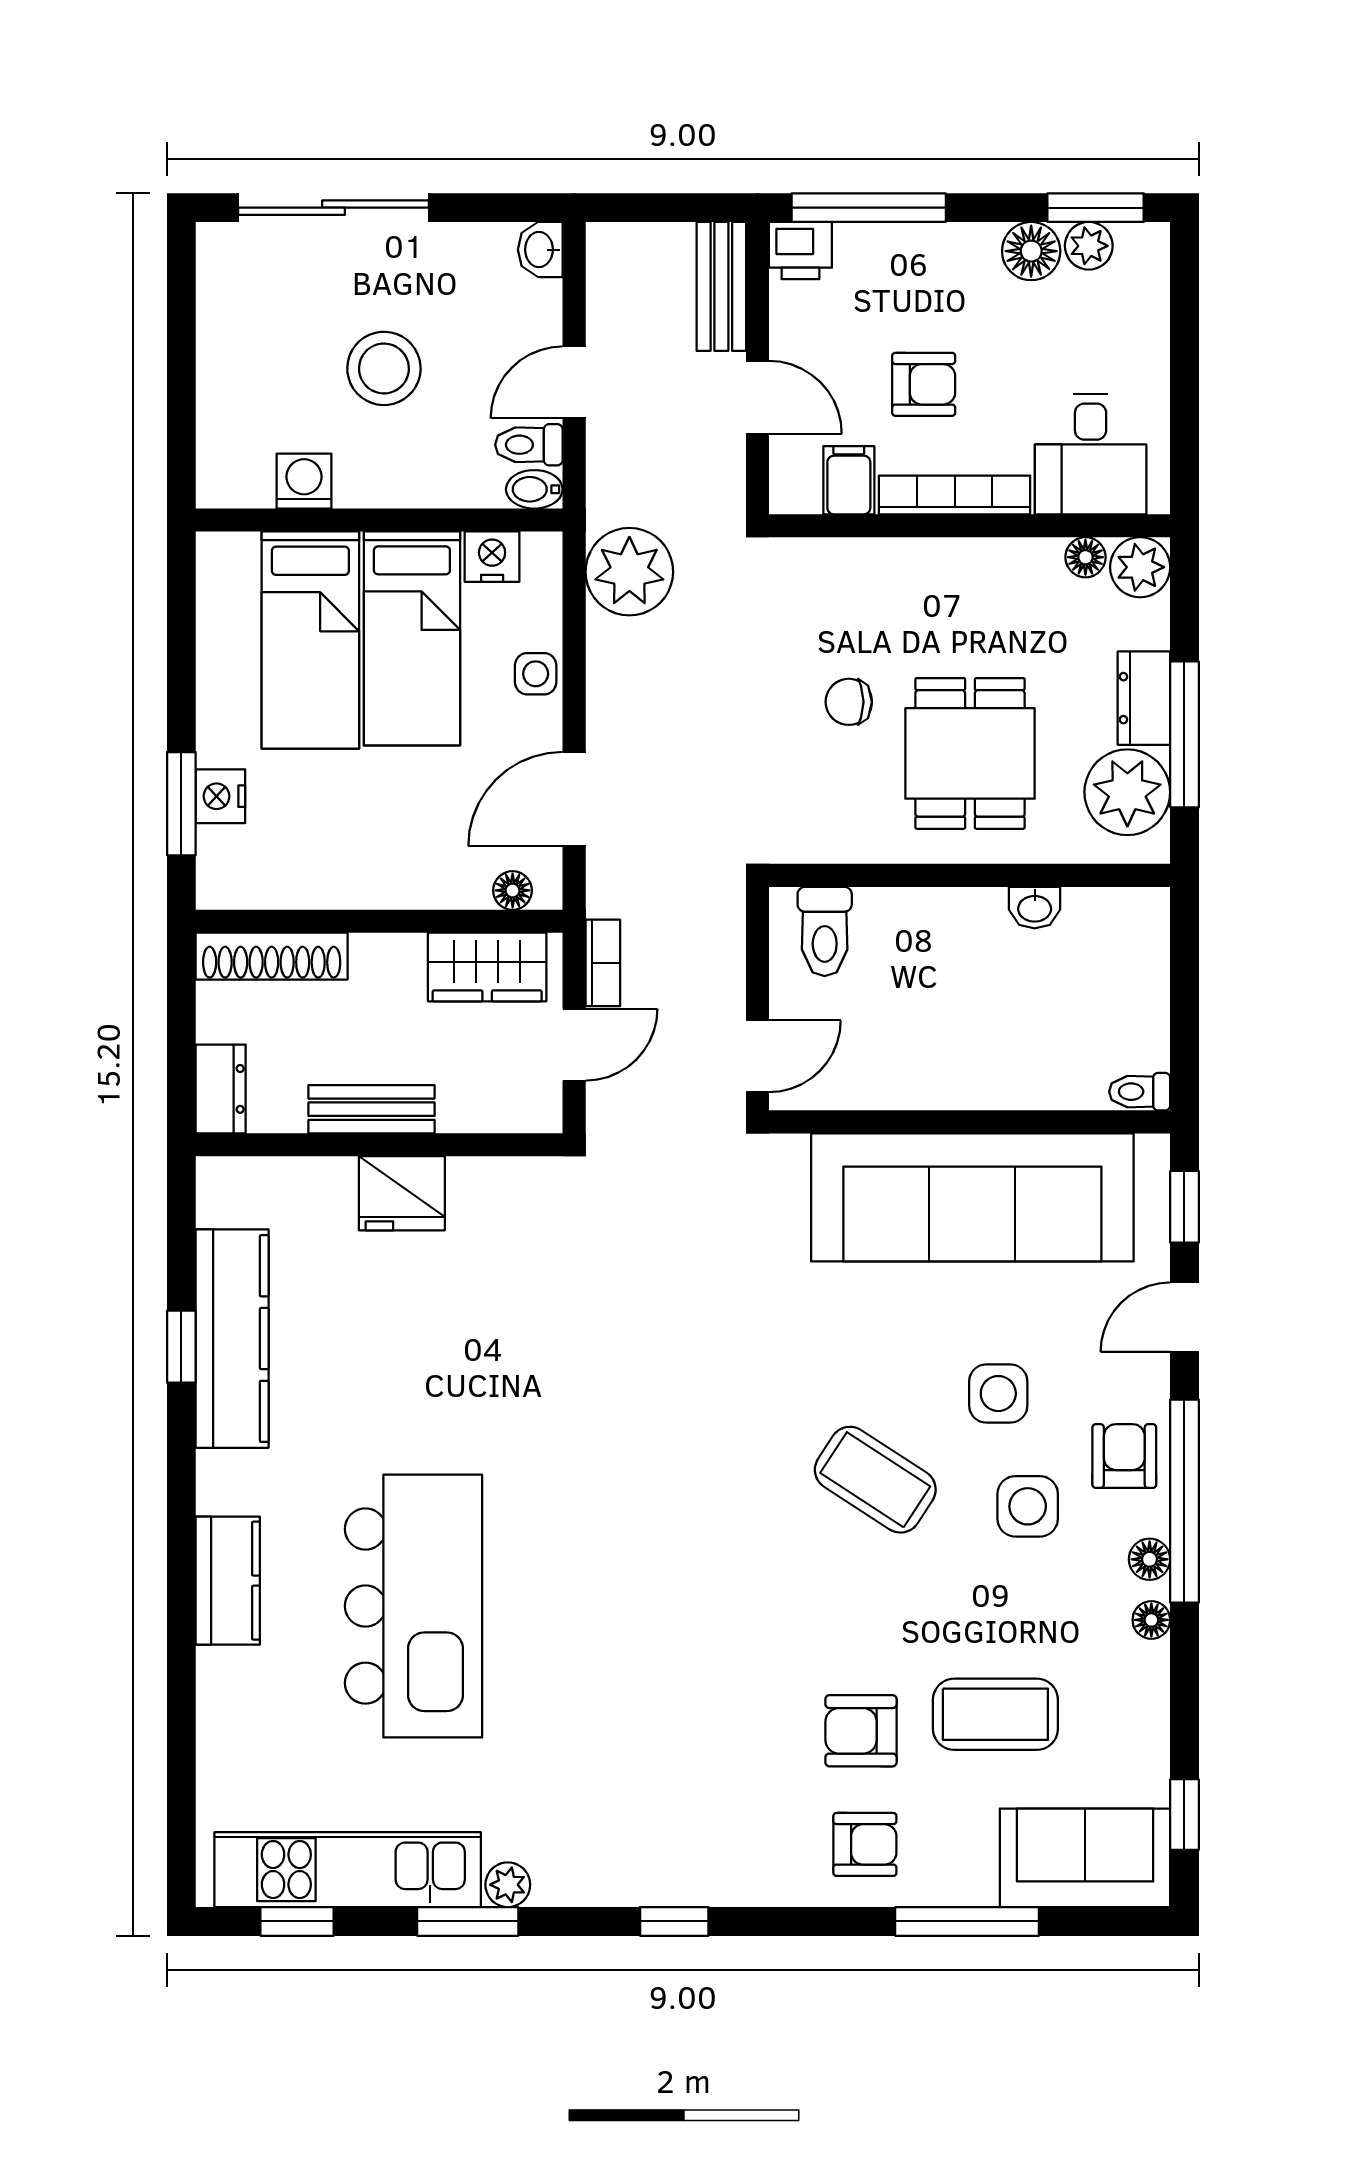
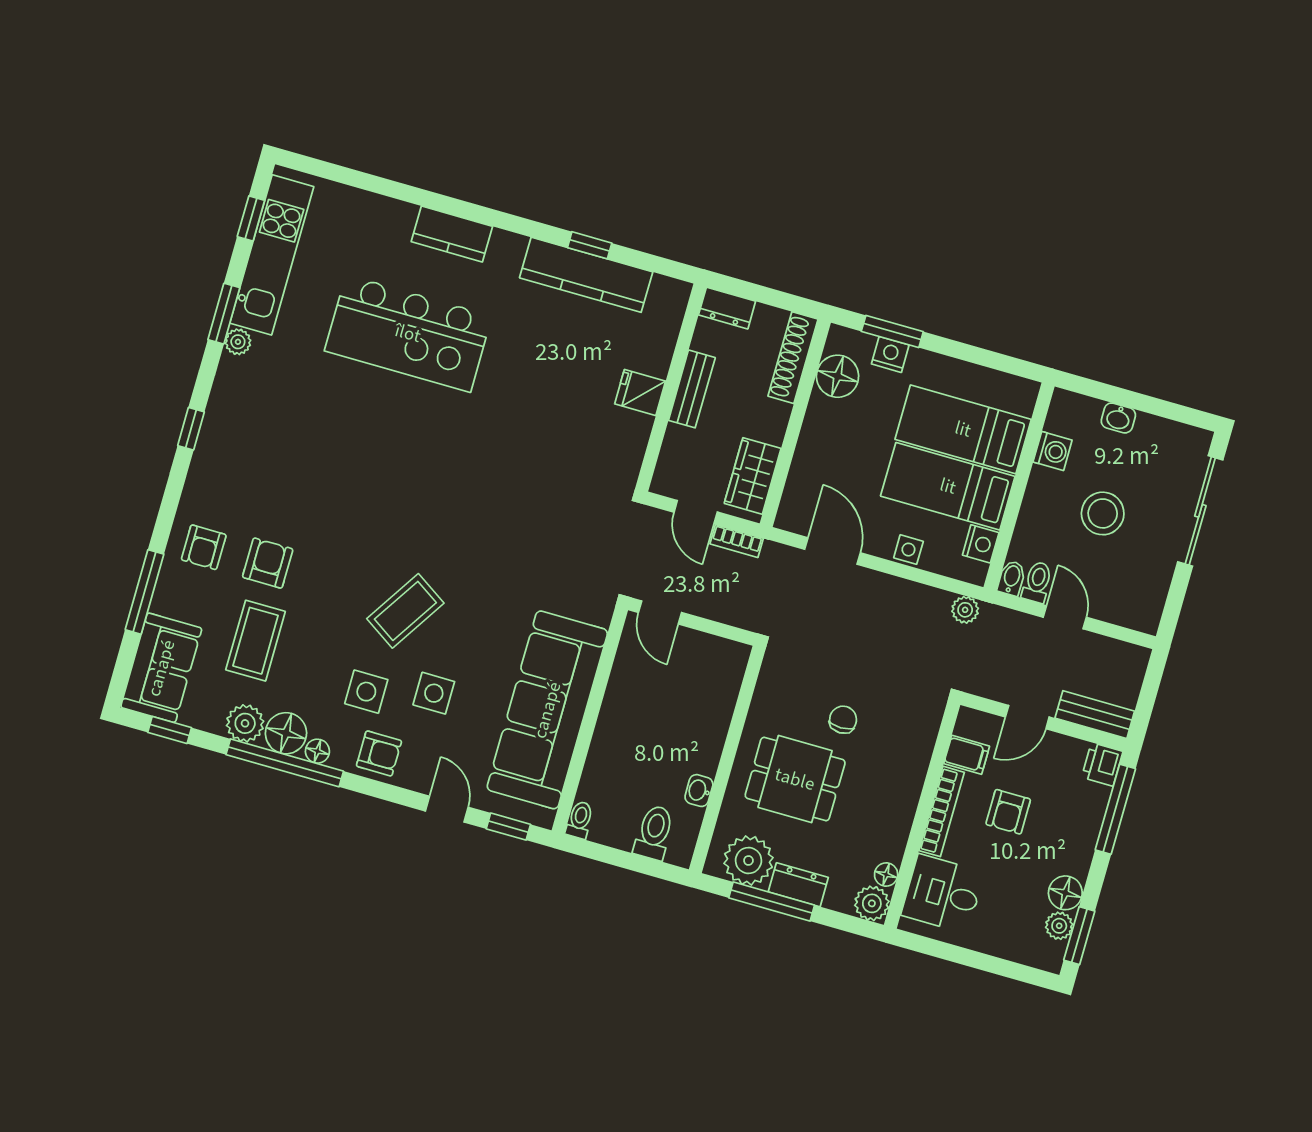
washbasin: (540, 250) -> (1118, 418), moved, turned 180
plant: (629, 572) -> (965, 610), width x0.53, depth x0.53
floor lamp: (513, 890) -> (838, 376), moved, width x1.89, depth x1.89
toilet: (825, 931) -> (654, 833), moved, turned 90
fridge: (402, 1193) -> (640, 392), width x0.72
window: (1184, 1501) -> (285, 763), moved
floor lamp: (1151, 1620) -> (286, 733), width x1.89, depth x1.89
plant: (1138, 1693) -> (245, 723), added

